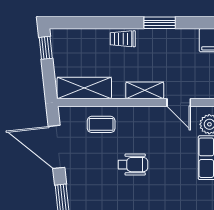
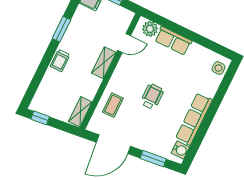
shelving: (84, 88) -> (80, 112), width x0.67, depth x0.75

